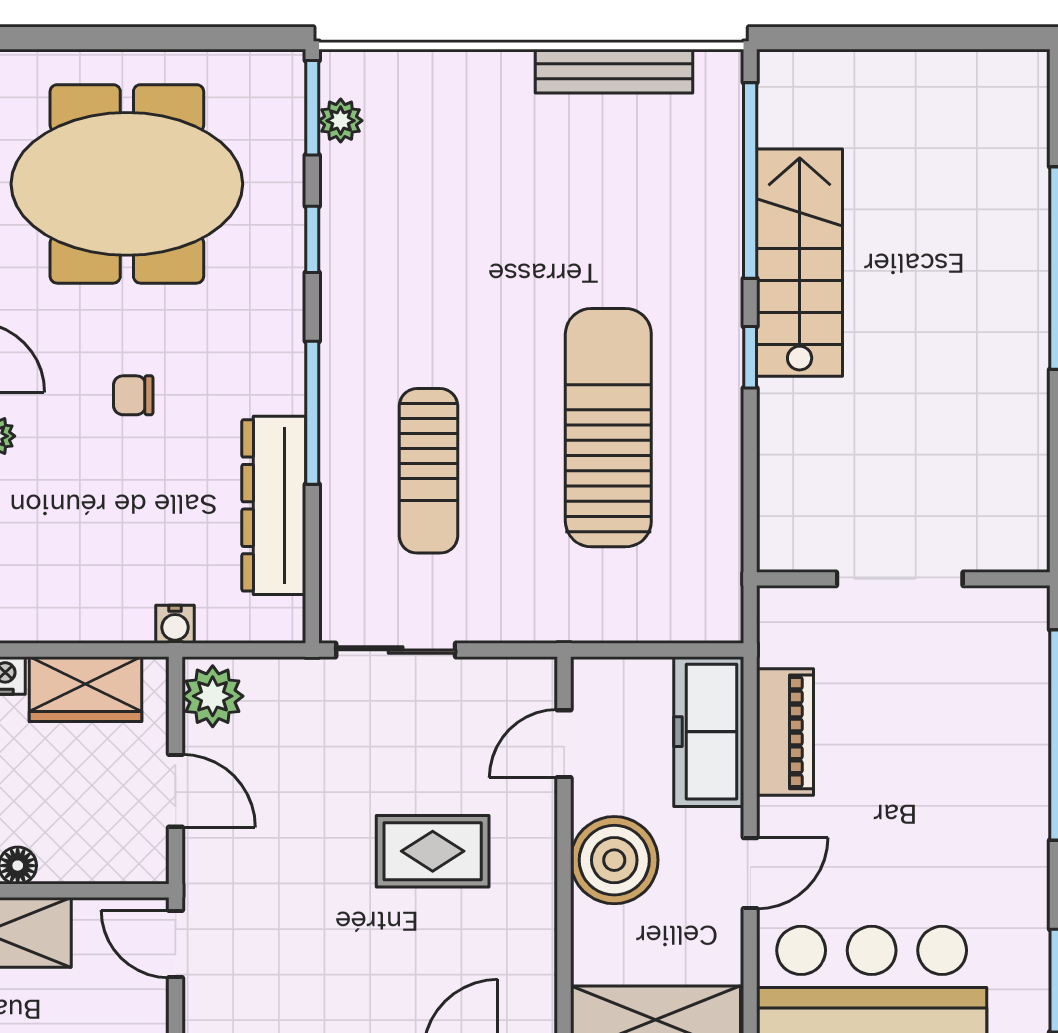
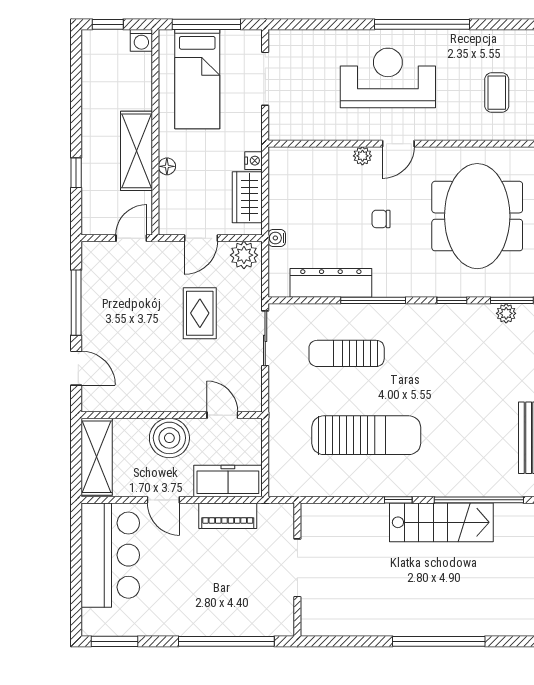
chair: (133, 395) -> (381, 219), turned -90
rug: (433, 851) -> (200, 313), moved

